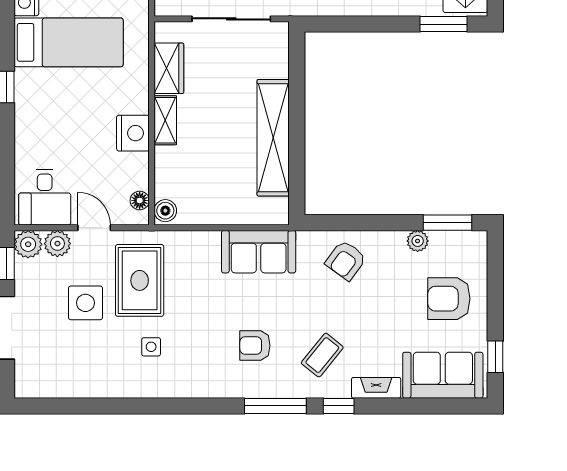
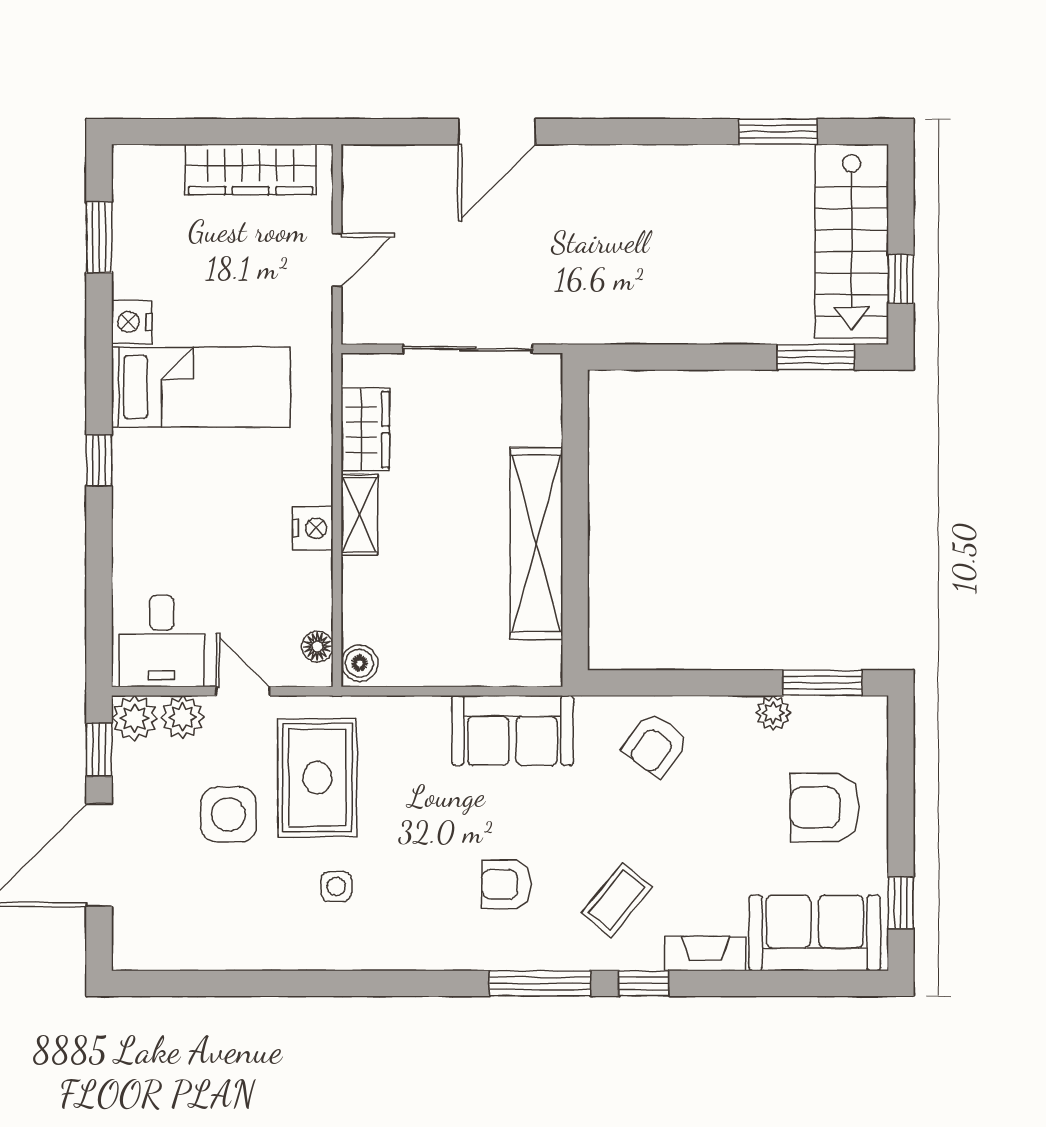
nightstand: (133, 133) -> (313, 528), width x0.74, depth x0.75

